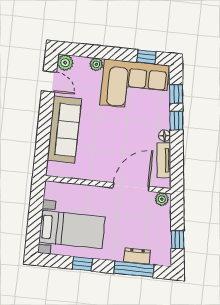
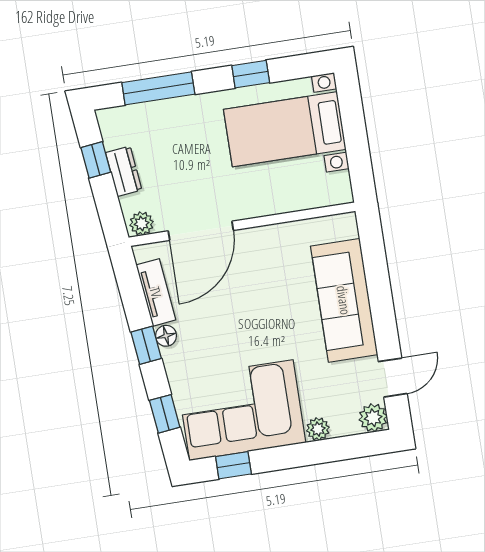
door: (49, 81) -> (393, 378), swing flipped
window: (176, 121) -> (146, 345), moved
dresser: (137, 256) -> (124, 171), moved, turned -96

